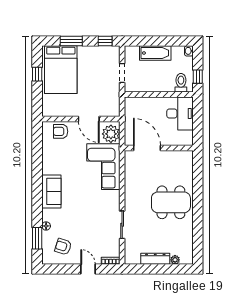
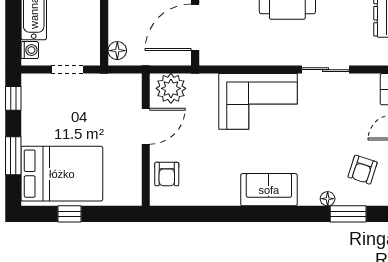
washing machine: (134, 51) -> (30, 50), added
floor lamp: (133, 102) -> (117, 51), added
corner sofa: (103, 167) -> (258, 101), moved

